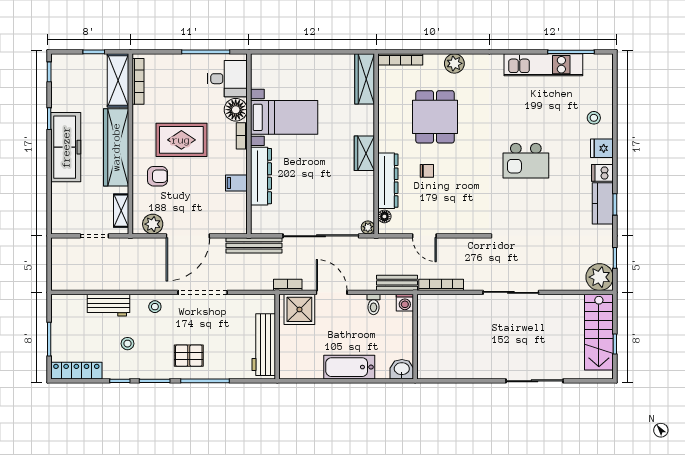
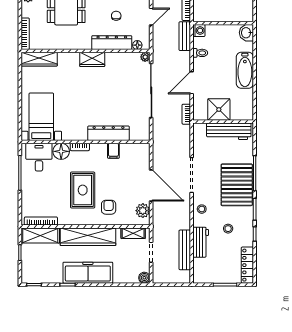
bed with nightstands: (284, 117) -> (41, 117), moved
chair: (427, 171) -> (116, 16), moved
boiler: (59, 226) -> (144, 278), added
bench: (254, 245) -> (185, 250), moved
shower: (299, 309) -> (219, 110), moved
pallet: (189, 356) -> (237, 185), width x2.05, depth x2.00

